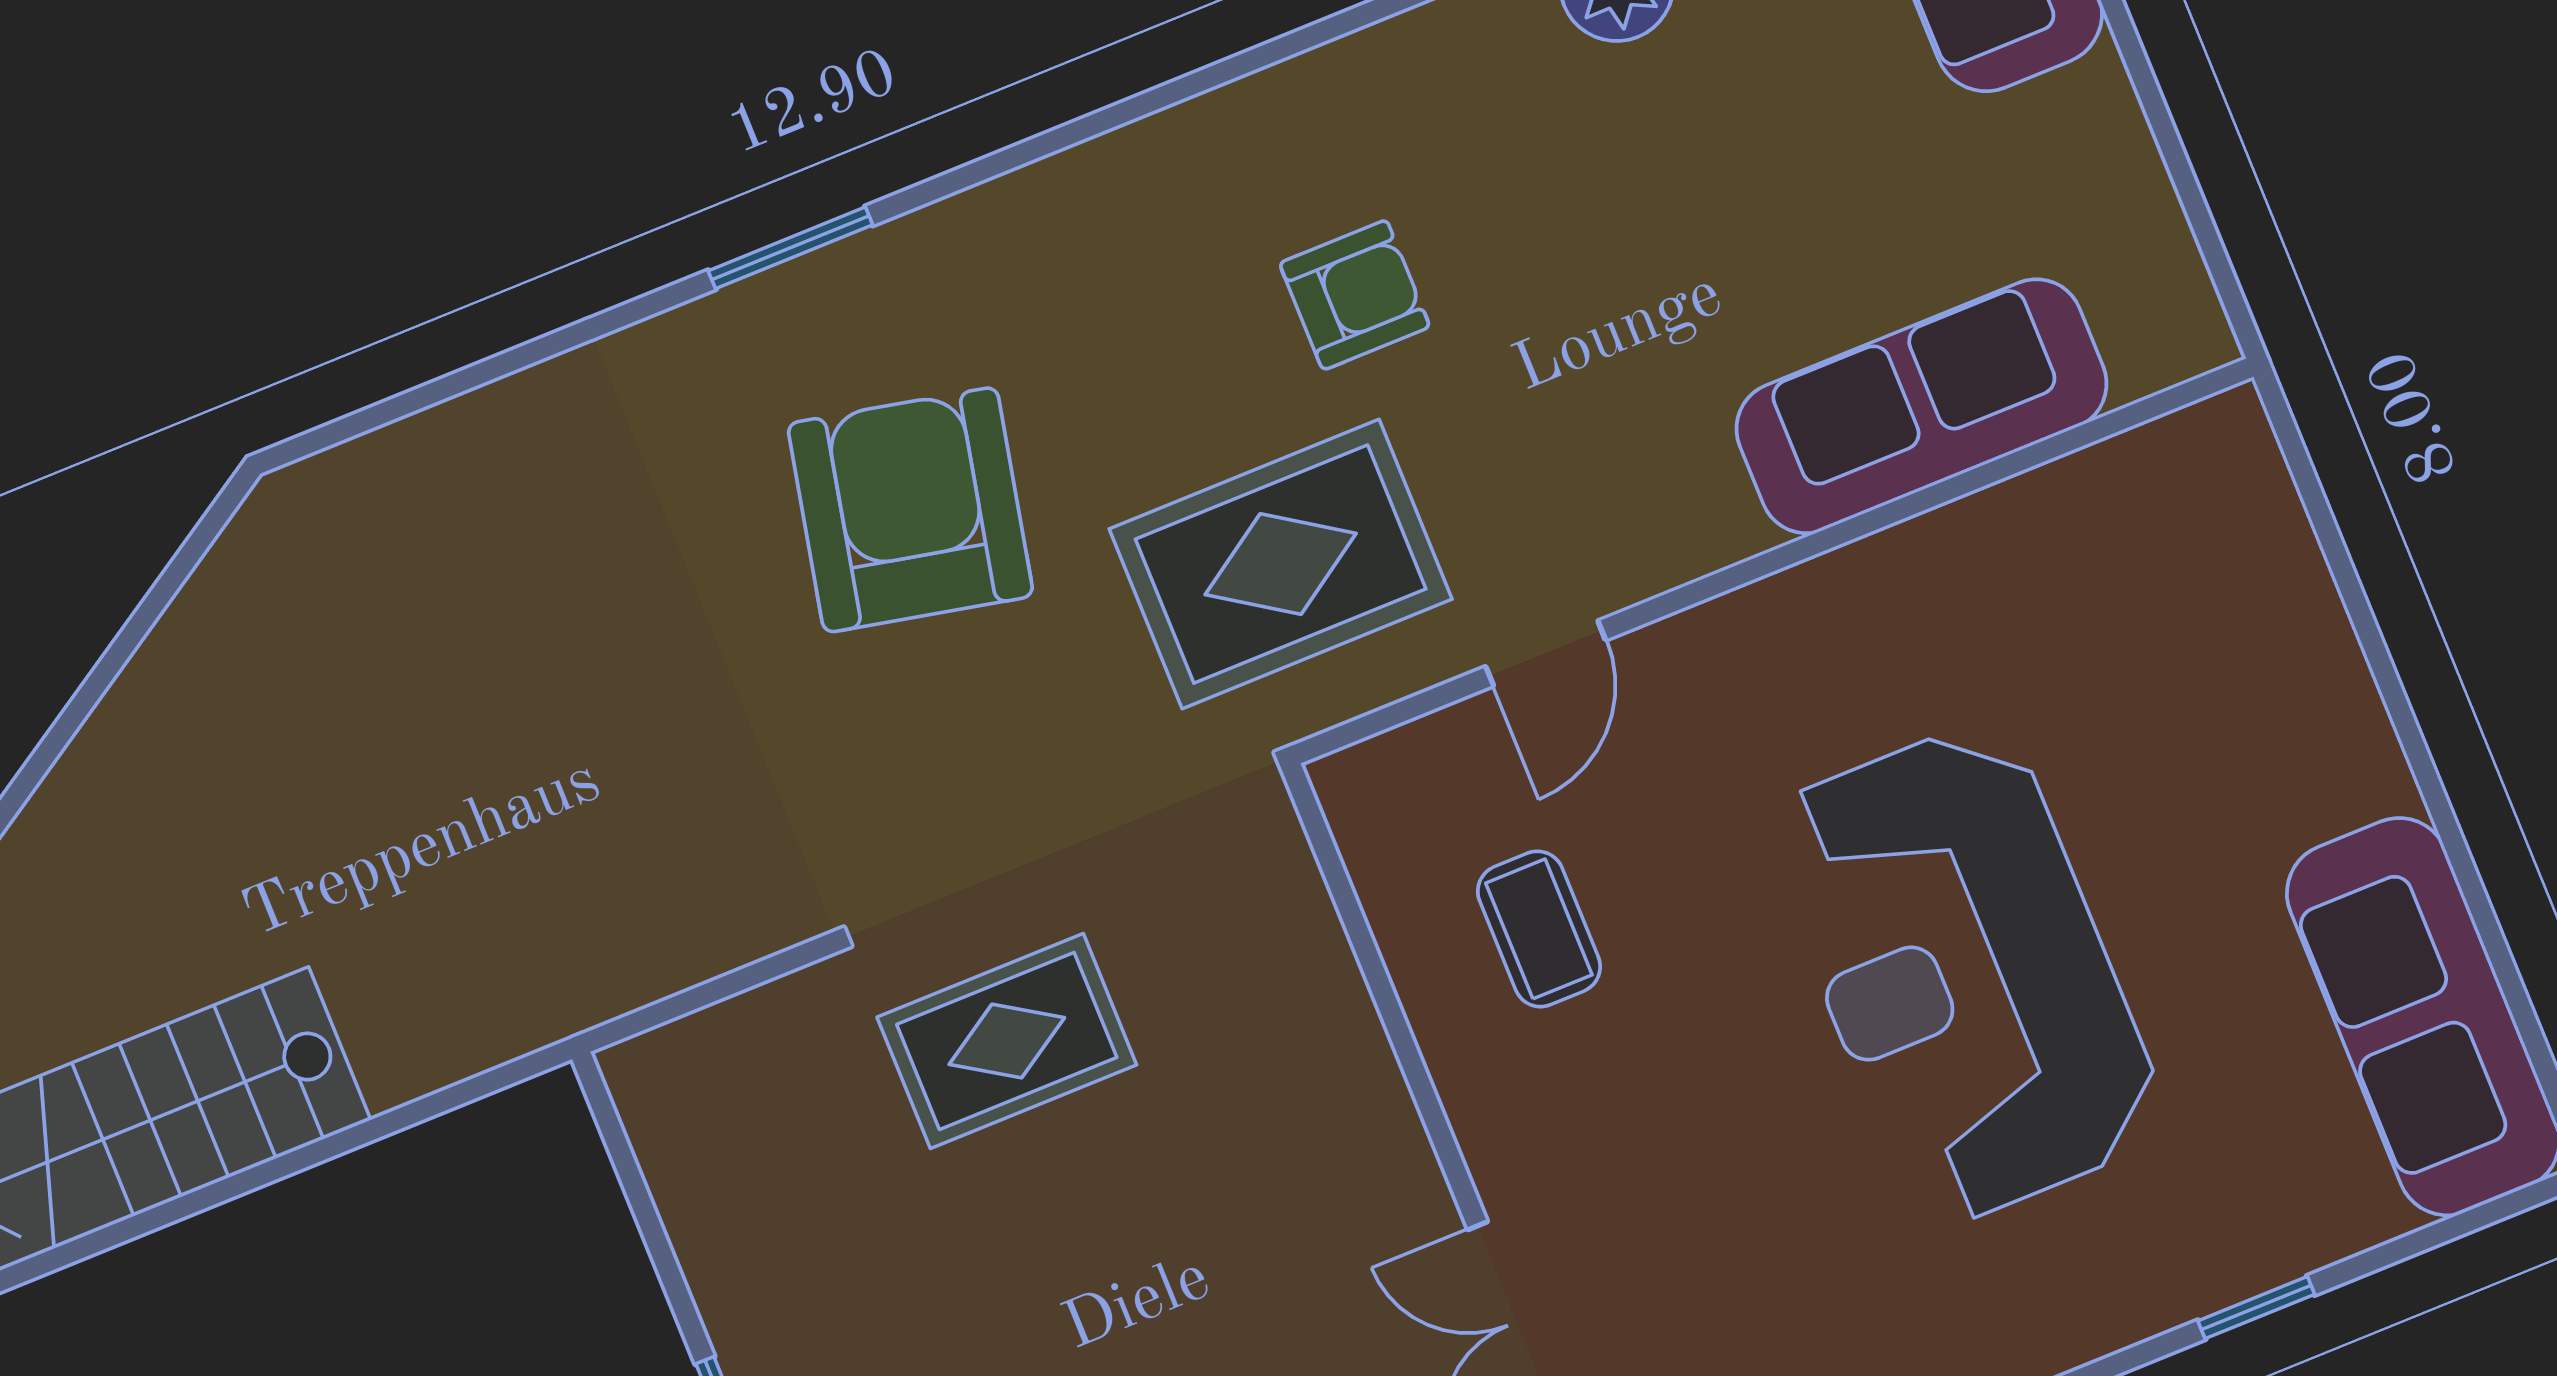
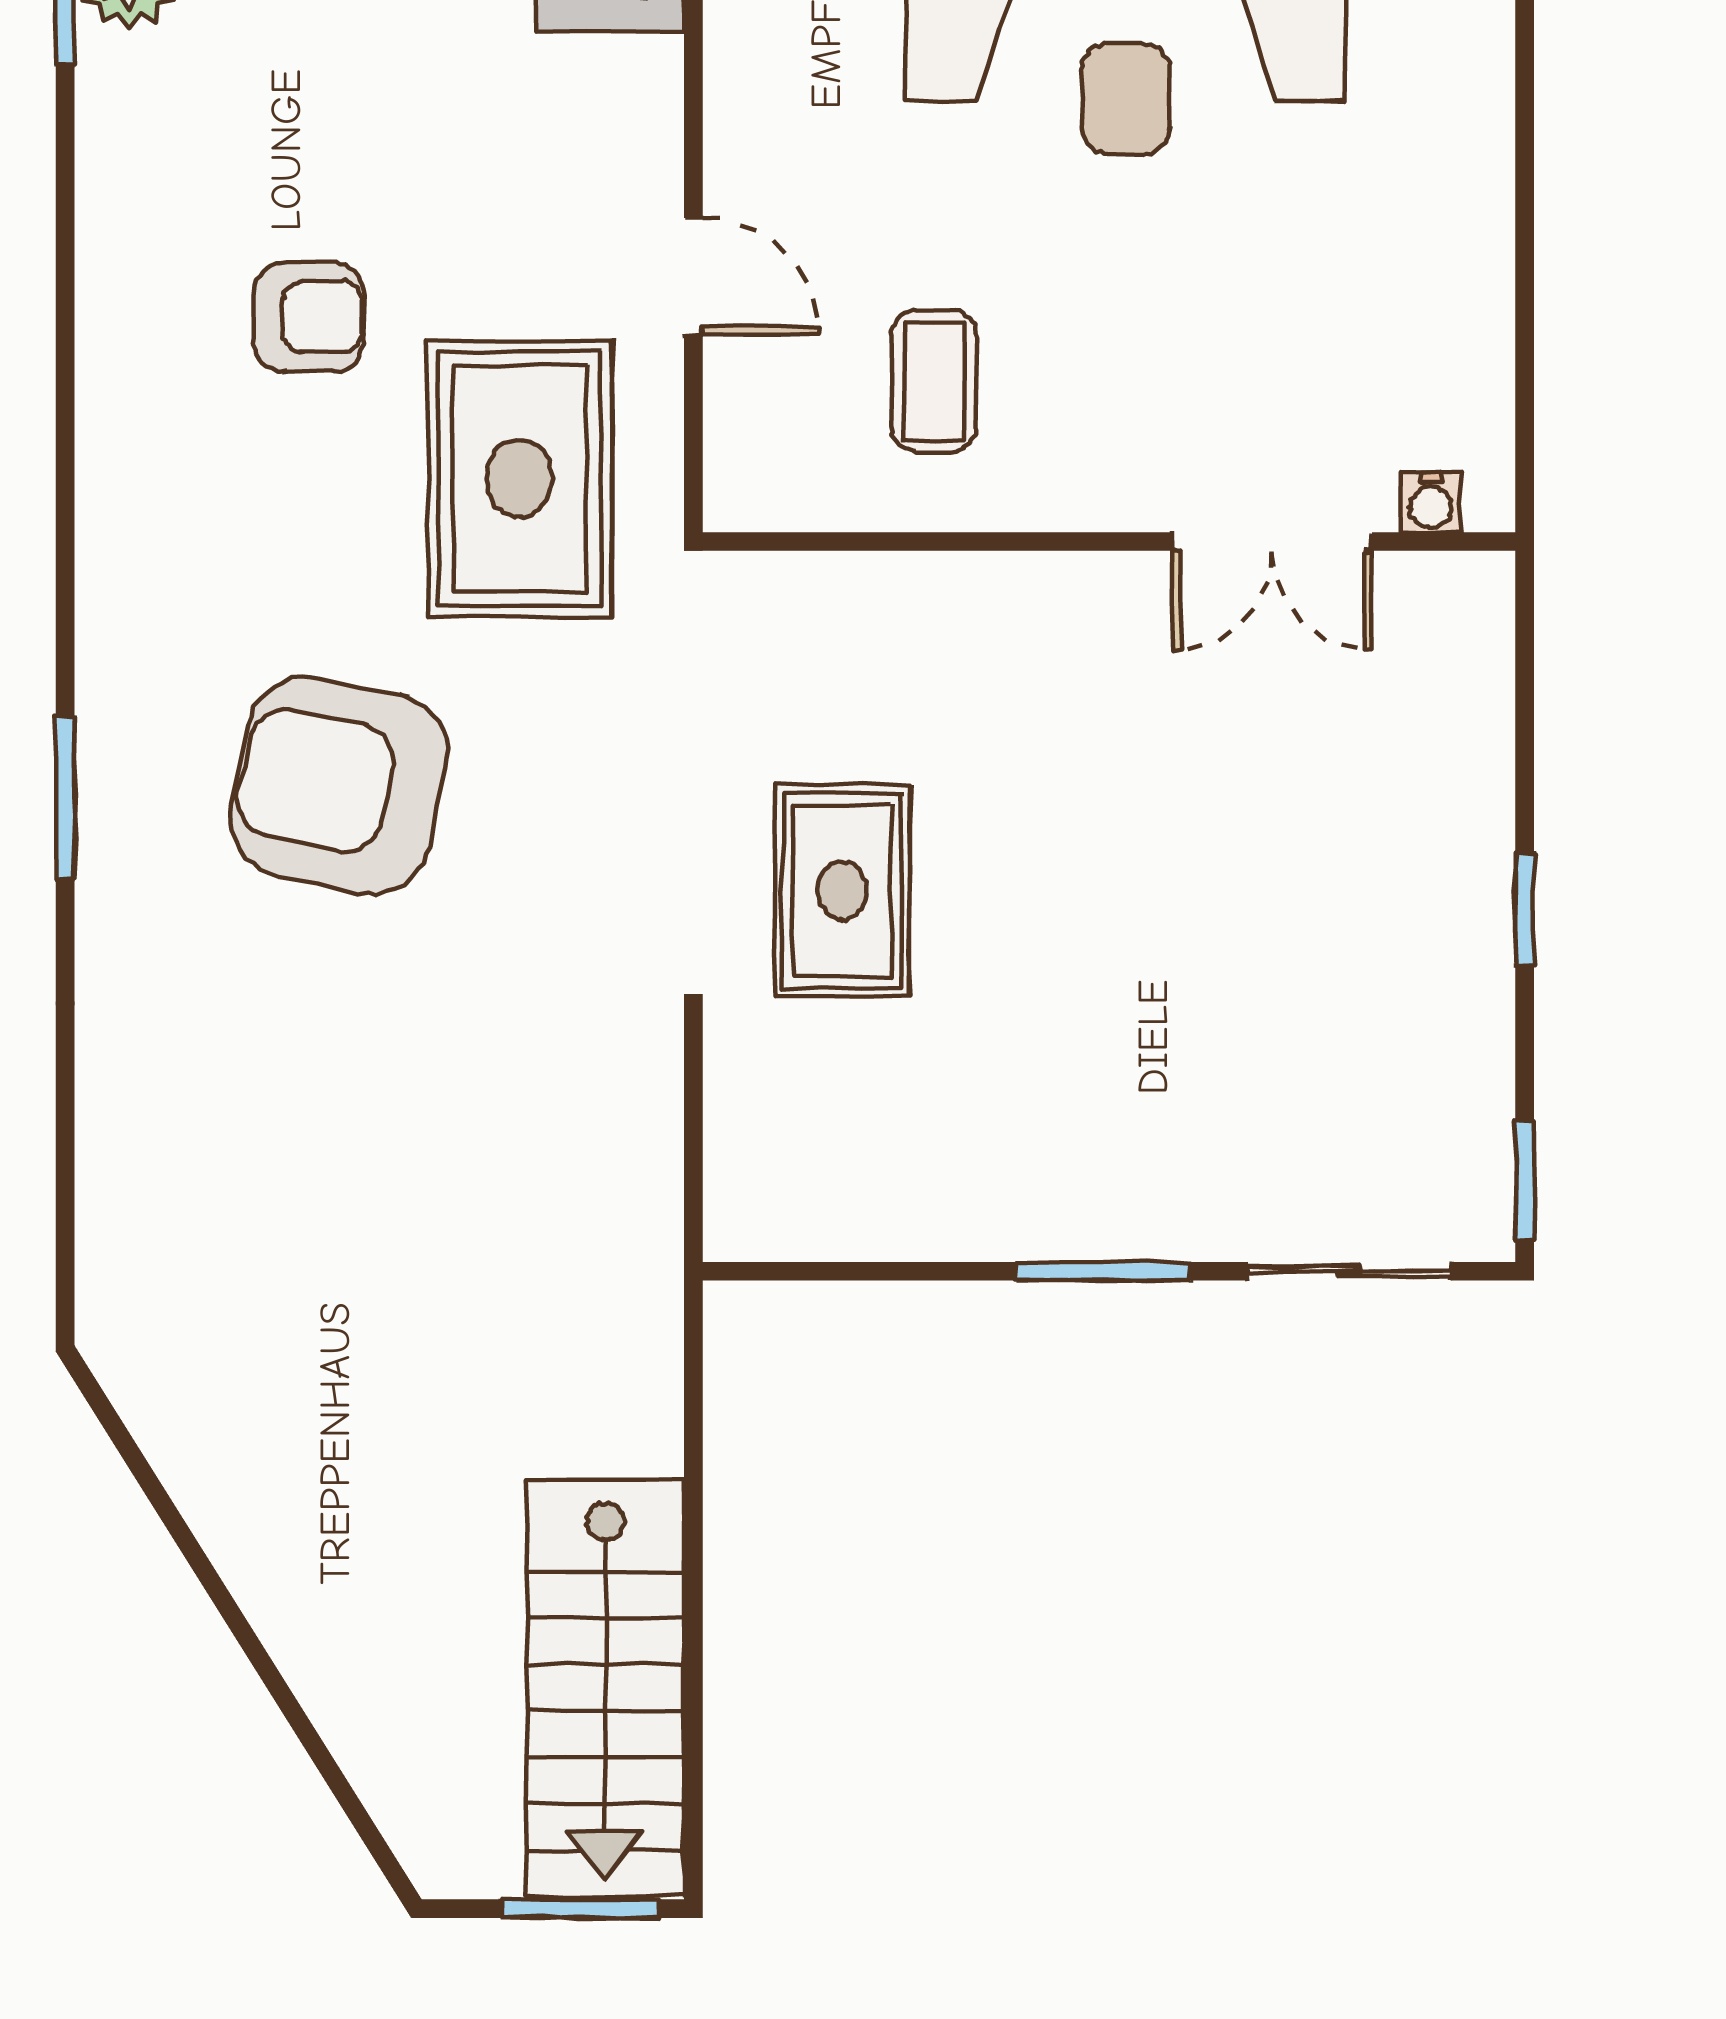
armchair: (1355, 295) -> (309, 317), turned 90
coffee table: (1539, 929) -> (934, 381), turned 90

